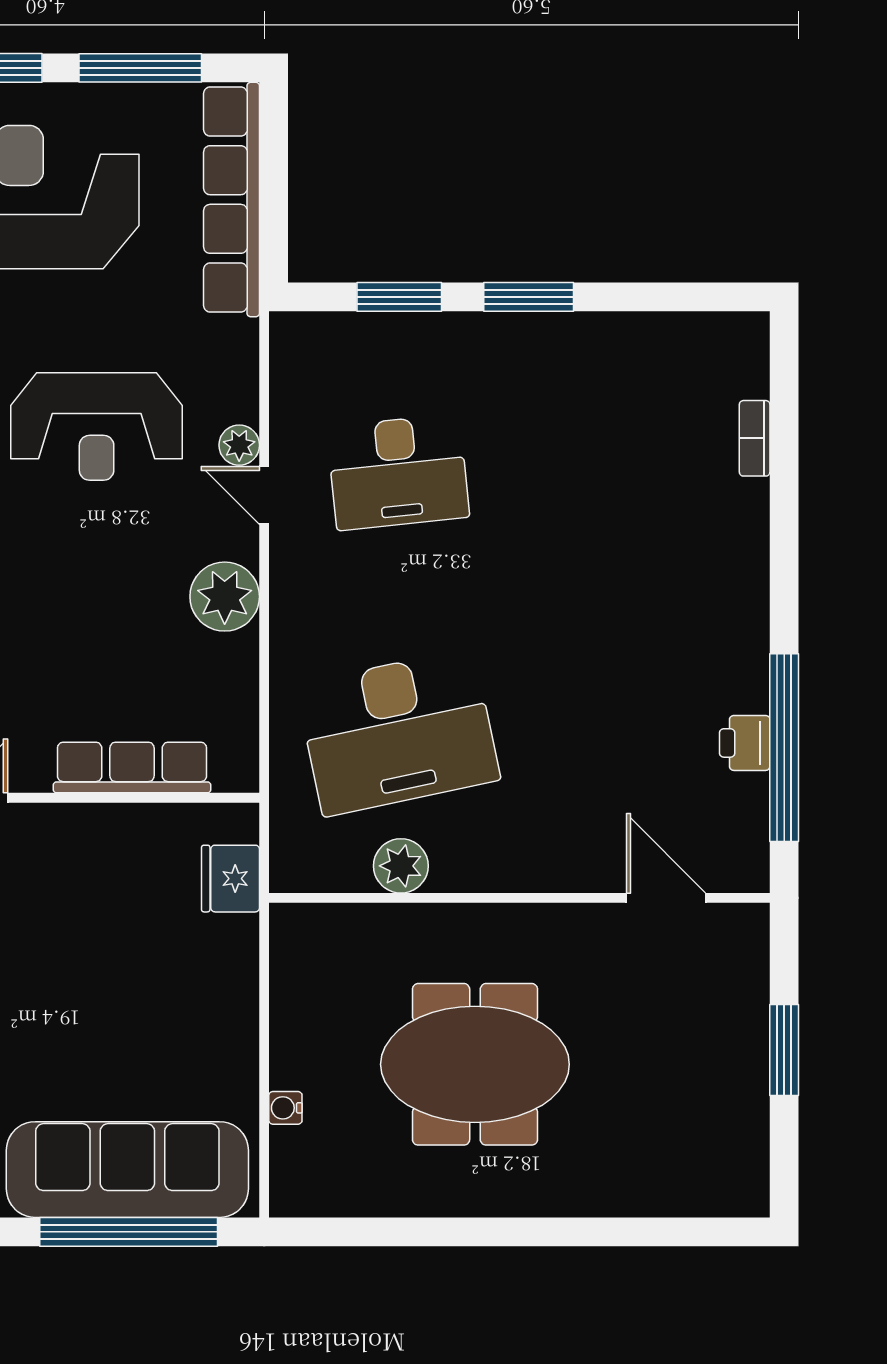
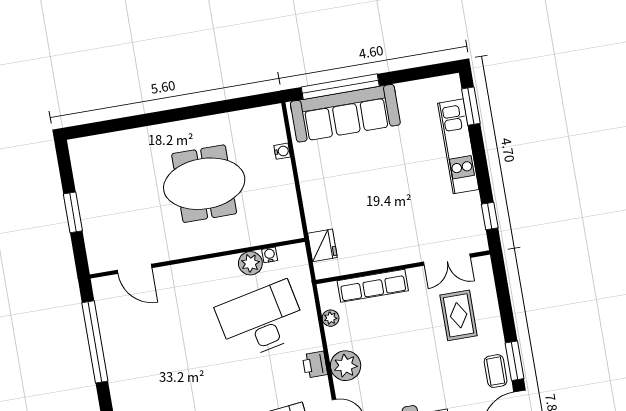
plant: (240, 710) -> (331, 318), added
printer: (745, 743) -> (315, 365), moved, turned 180
water cooler: (354, 877) -> (270, 255), added

